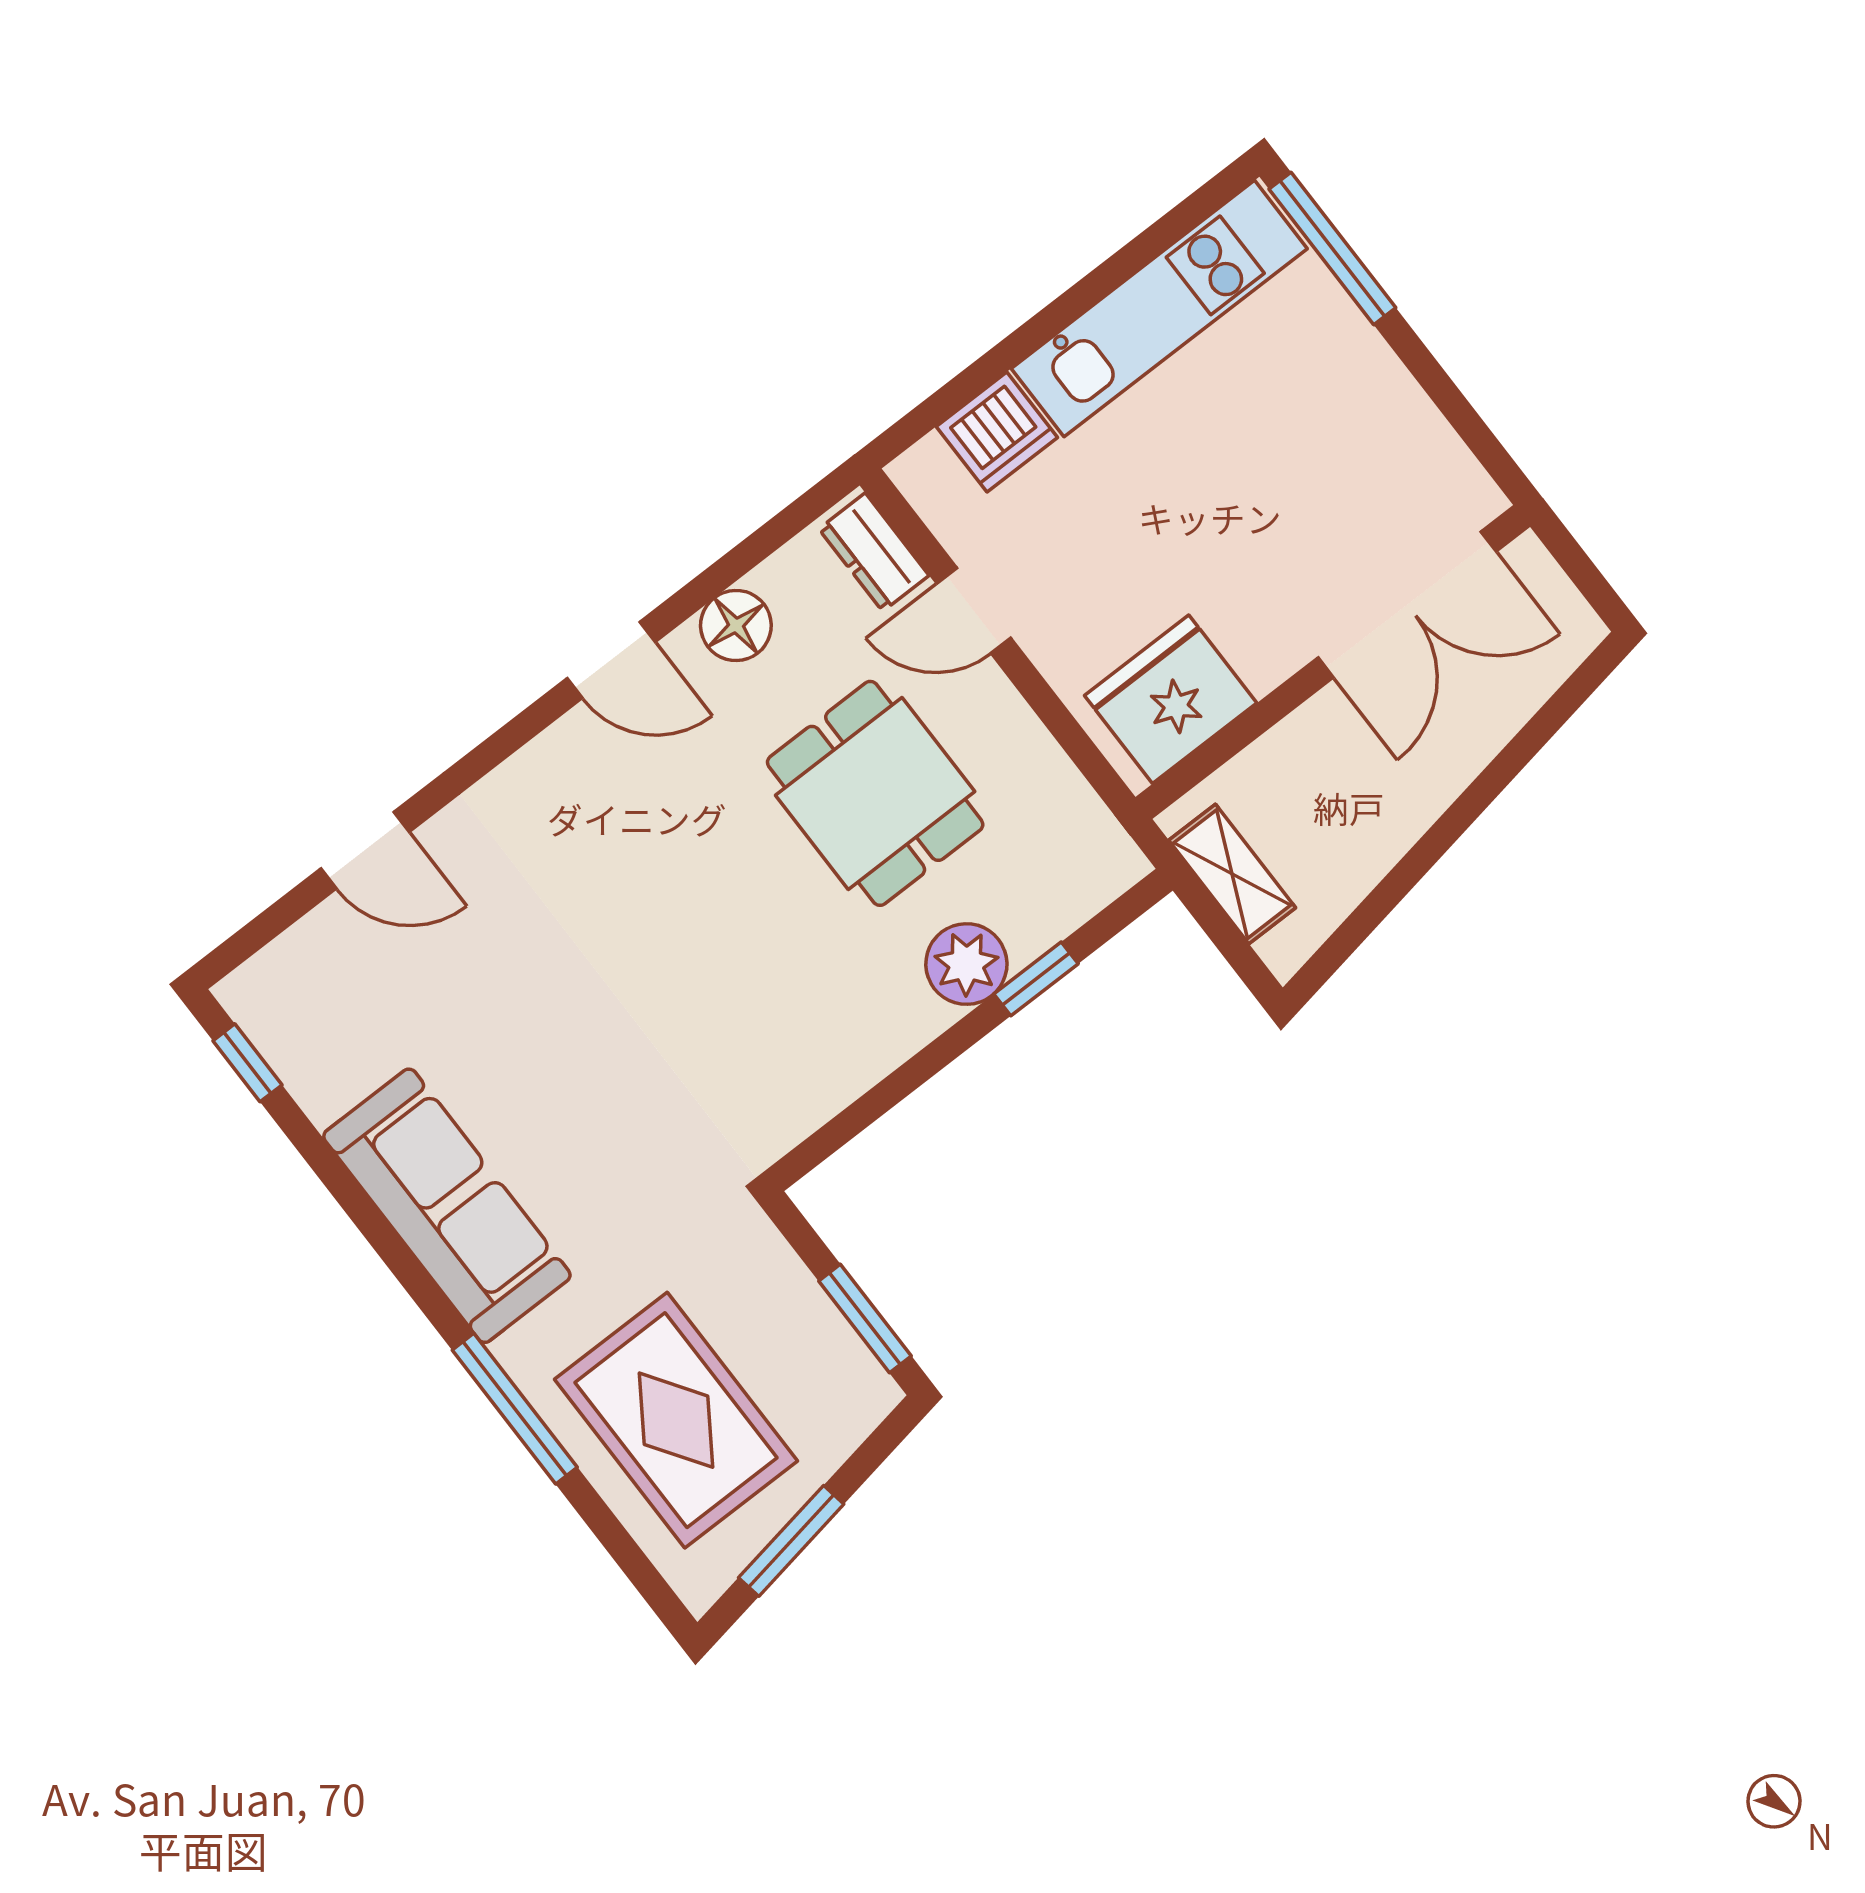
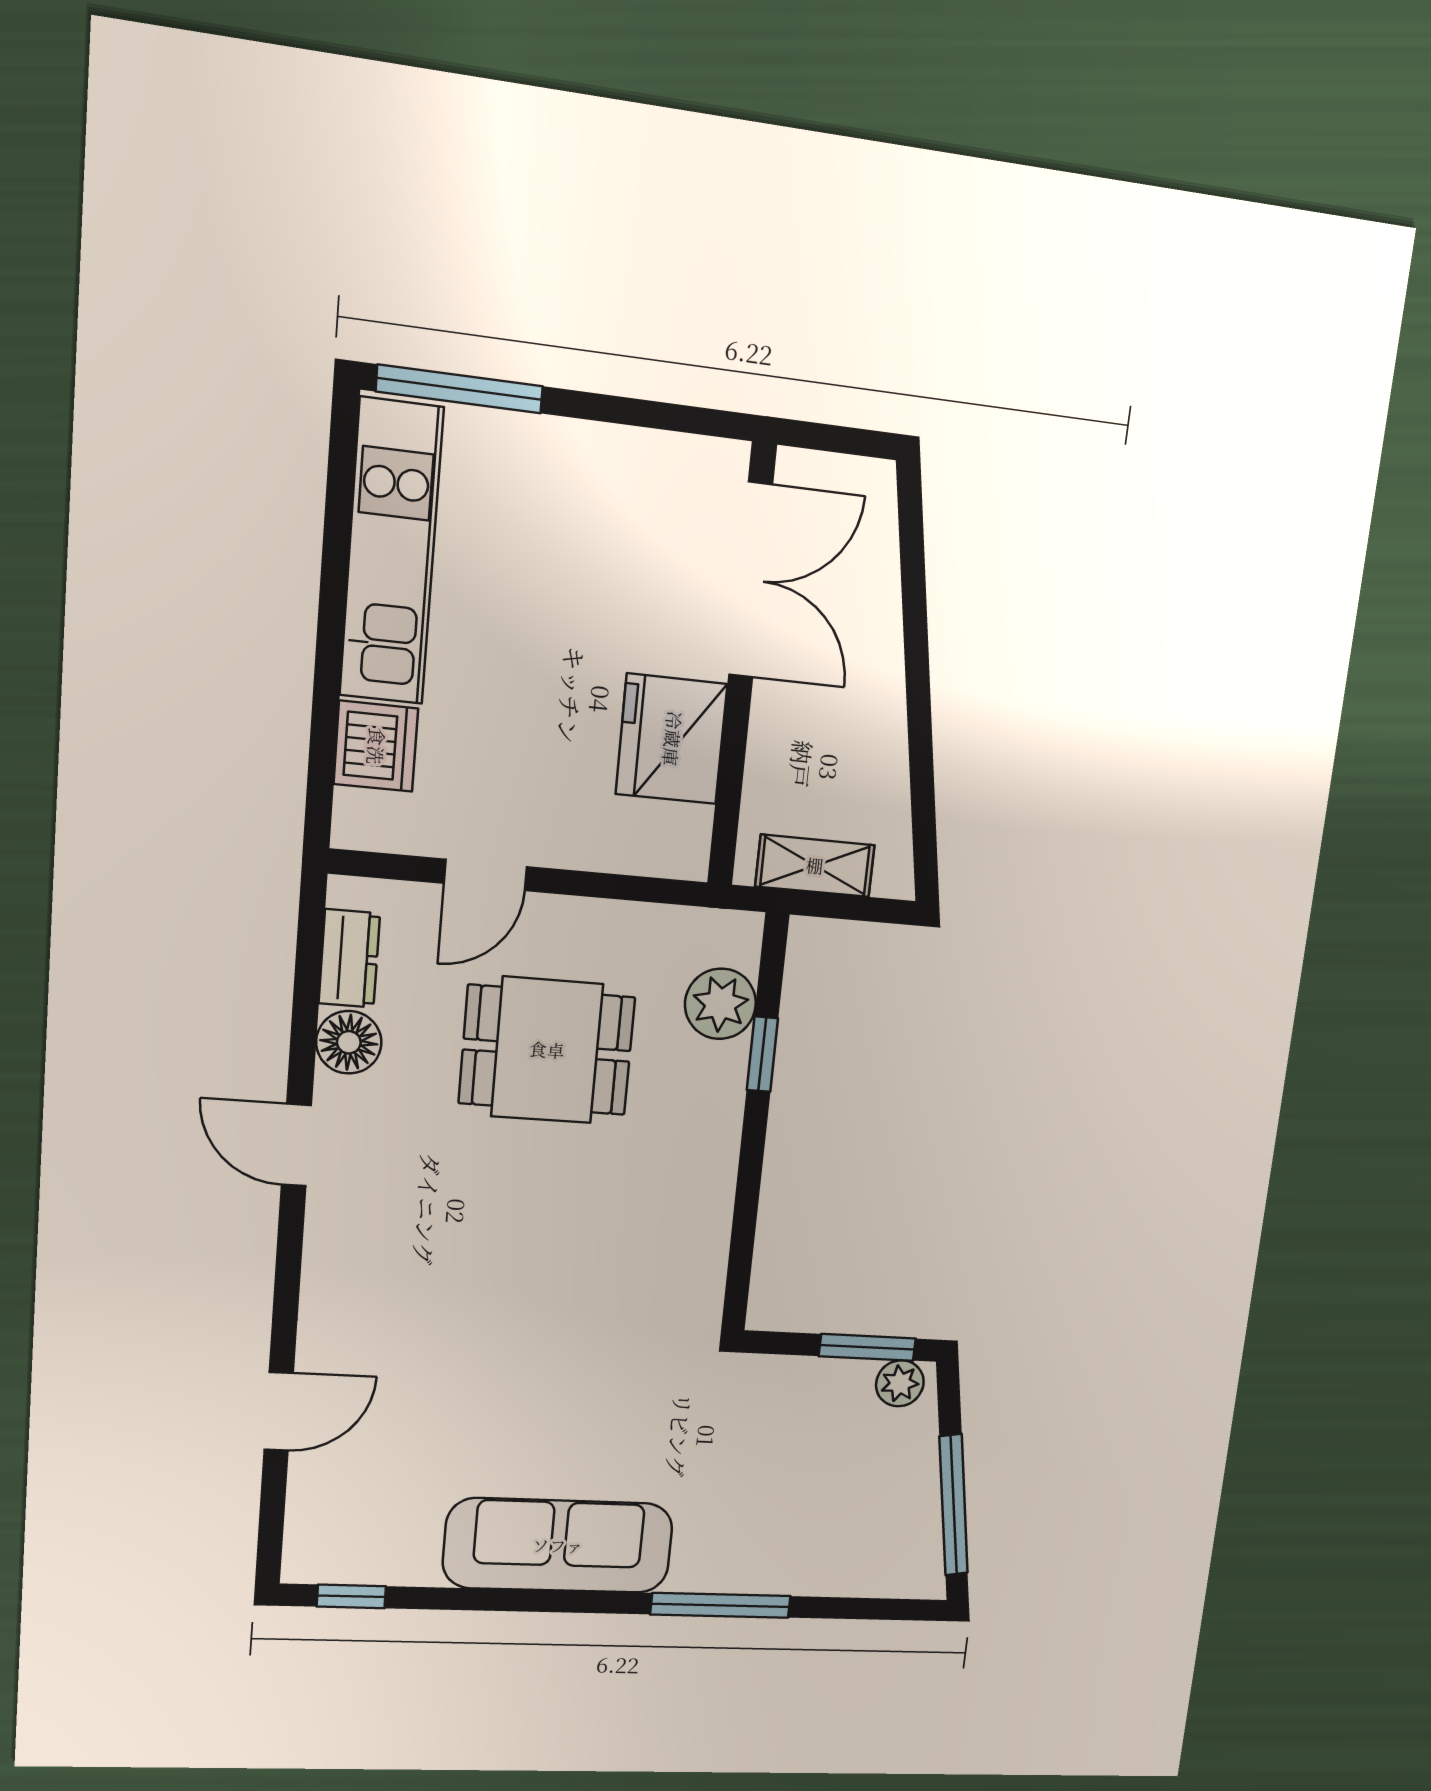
dresser: (874, 552) -> (349, 958), moved, turned -90
door: (611, 660) -> (296, 1145), swing flipped
fridge: (1171, 699) -> (672, 739), moved
plant: (966, 964) -> (720, 1004), moved
plant: (859, 1380) -> (900, 1383), added
rug: (676, 1420) -> (819, 1514), removed
window: (791, 1541) -> (954, 1505), width x1.44

